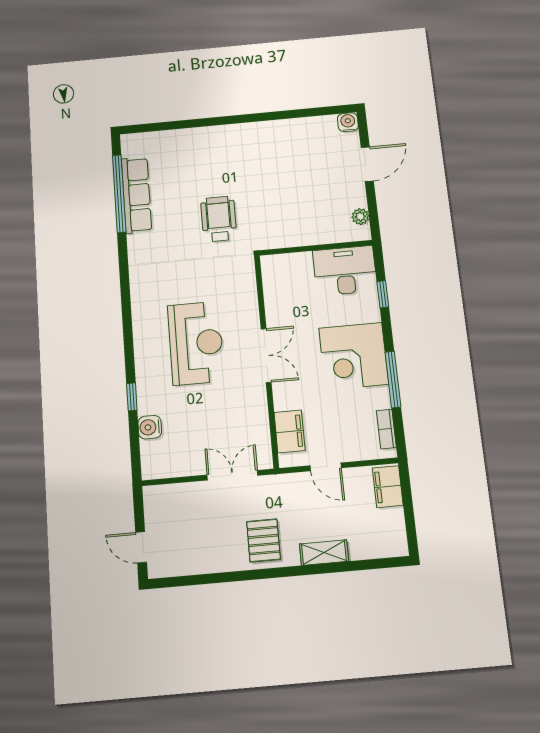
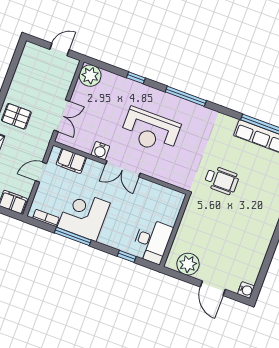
plant: (360, 217) -> (188, 264), width x1.88, depth x1.88
window: (127, 318) -> (186, 96), added
corner desk: (354, 356) -> (84, 215), moved
water cooler: (150, 427) -> (100, 151), moved, turned 180
plant: (157, 462) -> (90, 76), added
door: (141, 547) -> (59, 50), moved

